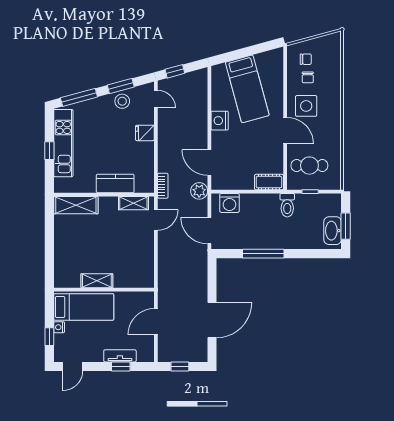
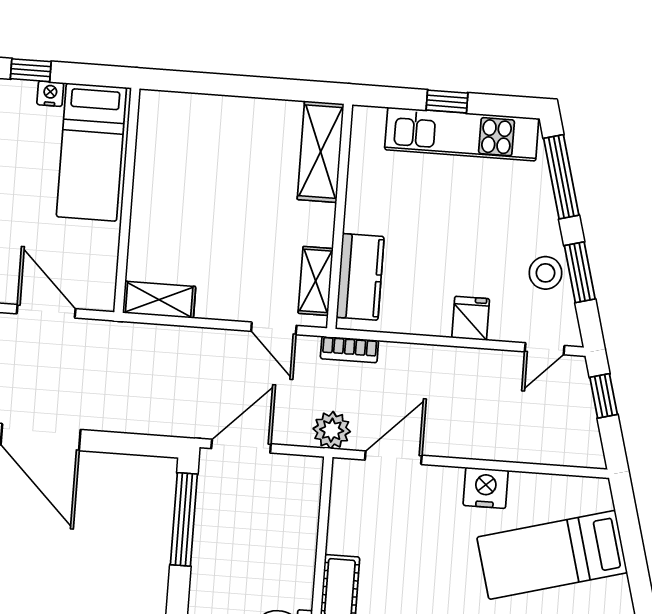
kitchen counter: (115, 183) -> (360, 277), moved
washing machine: (229, 203) -> (300, 496), removed
window: (263, 254) -> (184, 519), moved
shelving: (97, 281) -> (159, 300), moved, turned 90

